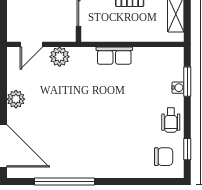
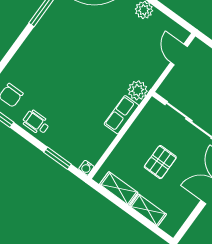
plant: (60, 57) -> (138, 90), moved
water cooler: (178, 88) -> (86, 168), moved

